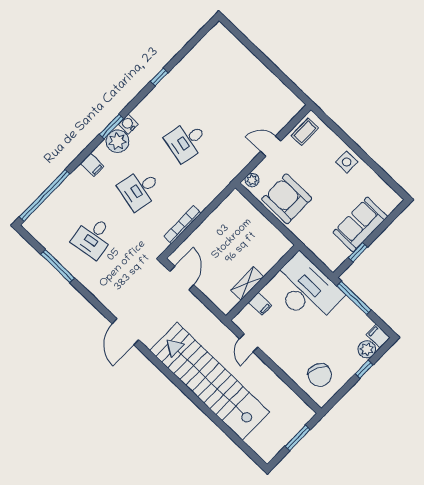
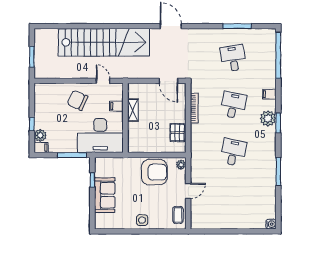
window: (159, 77) -> (278, 171), width x2.17
water cooler: (128, 124) -> (271, 224), moved
pallet: (224, 217) -> (177, 133), added
chair: (320, 375) -> (78, 100), moved

